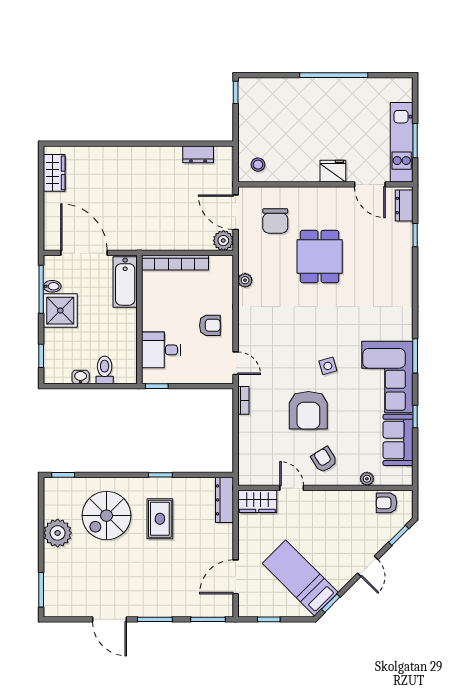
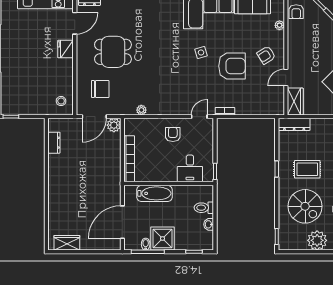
dining table: (320, 257) -> (113, 52), moved
bathtub: (125, 282) -> (155, 193), moved

